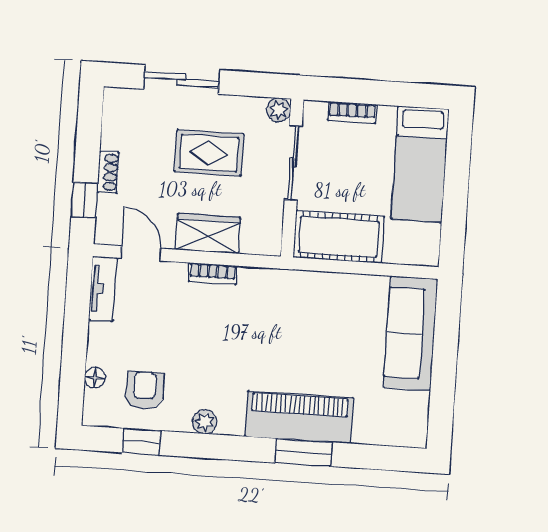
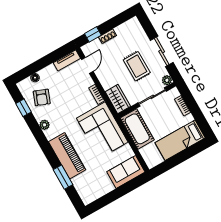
sliding door: (182, 80) -> (162, 51), moved
wardrobe: (208, 233) -> (118, 99), moved
corner sofa: (294, 310) -> (102, 130), added
sofa: (411, 333) -> (126, 172), width x0.73
armchair: (145, 391) -> (42, 97), turned 111
window: (303, 452) -> (63, 177), moved

